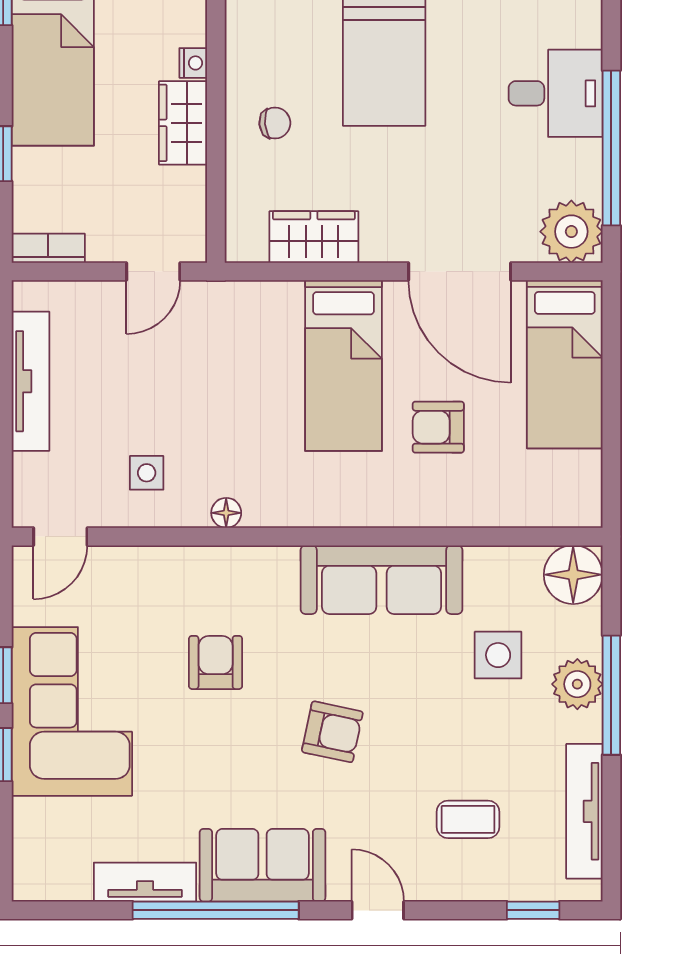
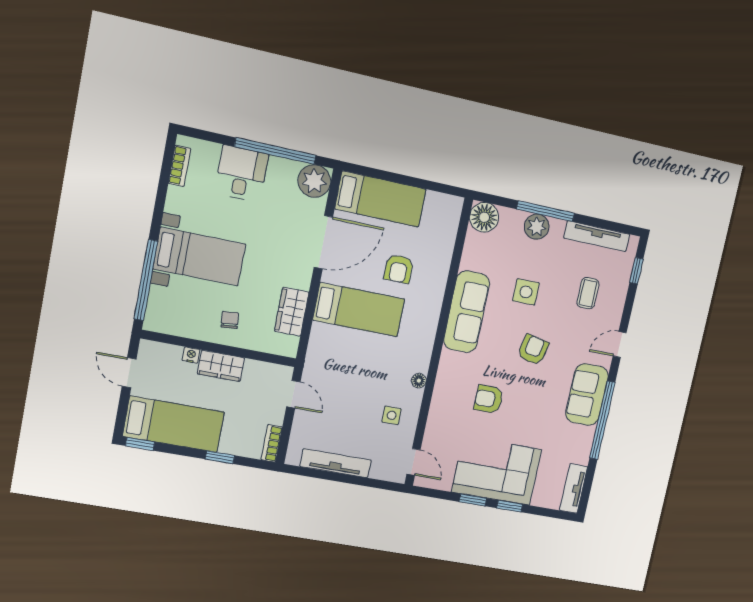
side table: (498, 655) -> (526, 292), moved
tv unit: (145, 882) -> (574, 488), moved

